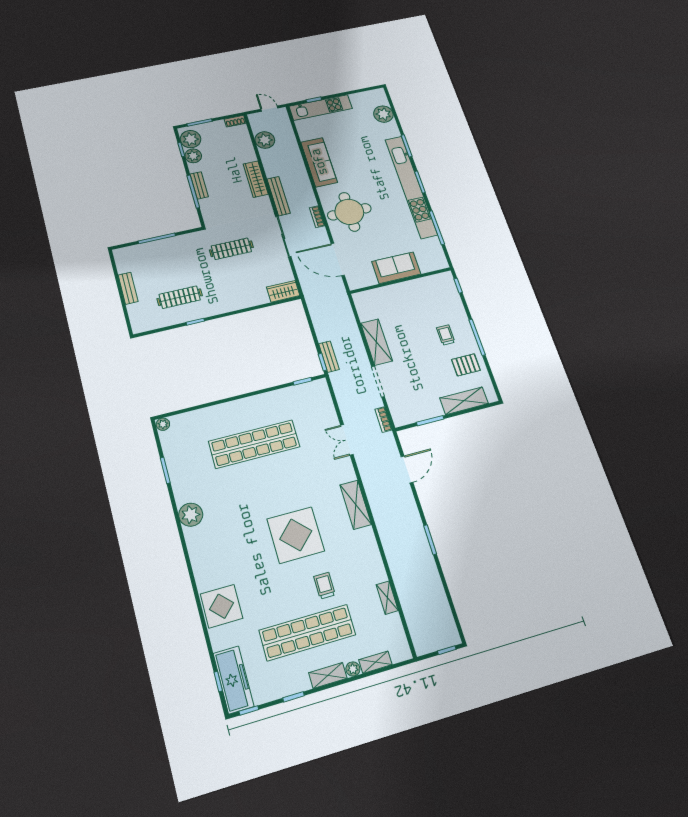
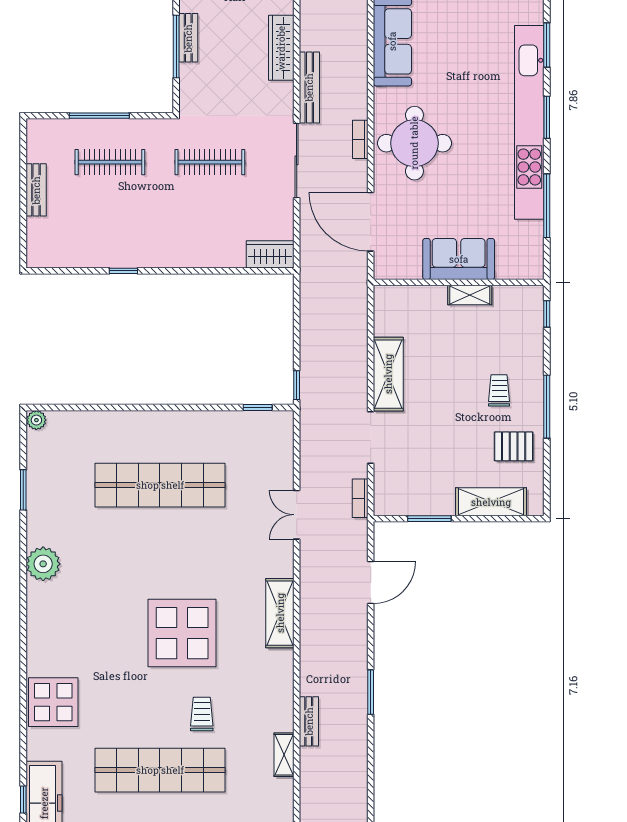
shelving: (410, 286) -> (470, 295), added
clothes rail: (180, 297) -> (110, 162), moved
bench: (329, 357) -> (309, 721), moved

